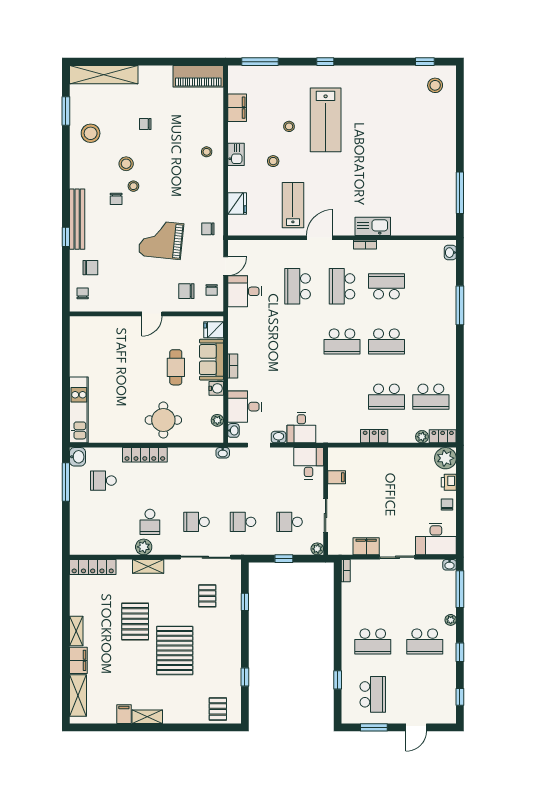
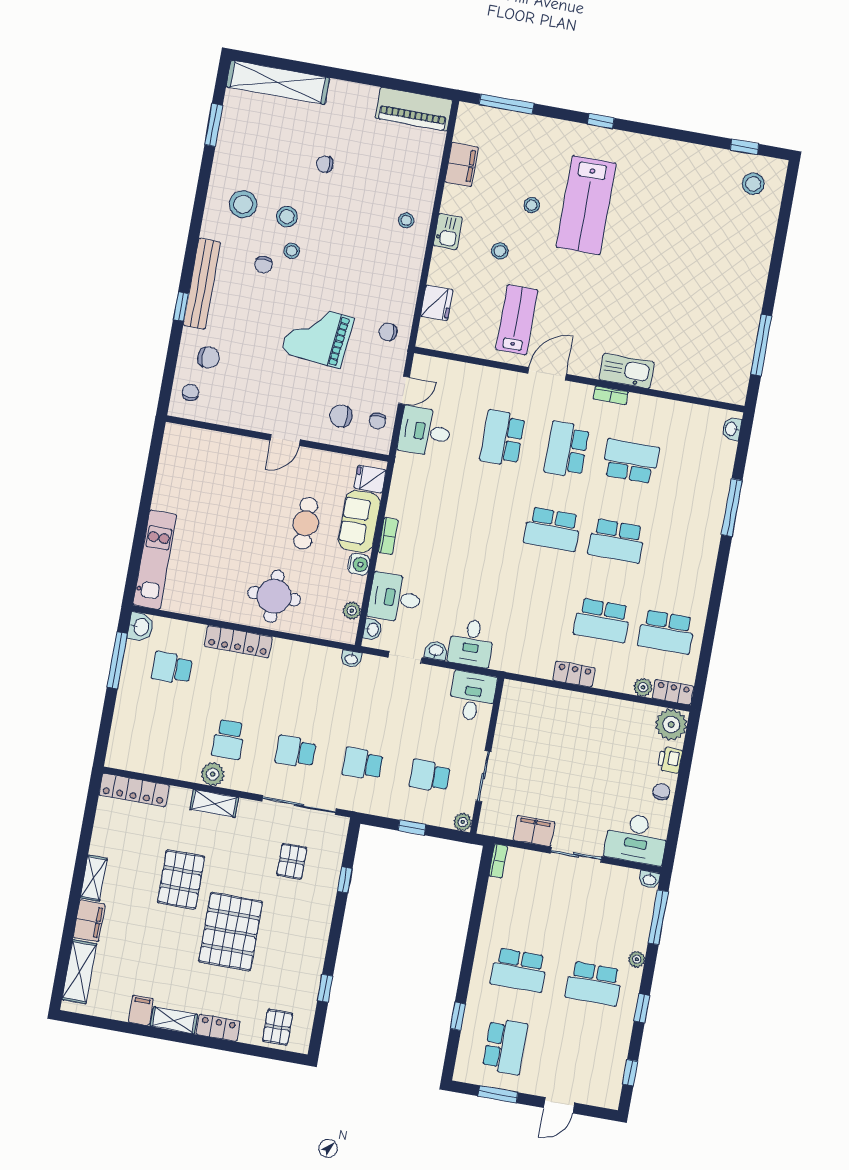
stool: (91, 133) -> (243, 204), moved
filing cabinet: (337, 477) -> (509, 724), removed
locker: (178, 716) -> (218, 1028), added

